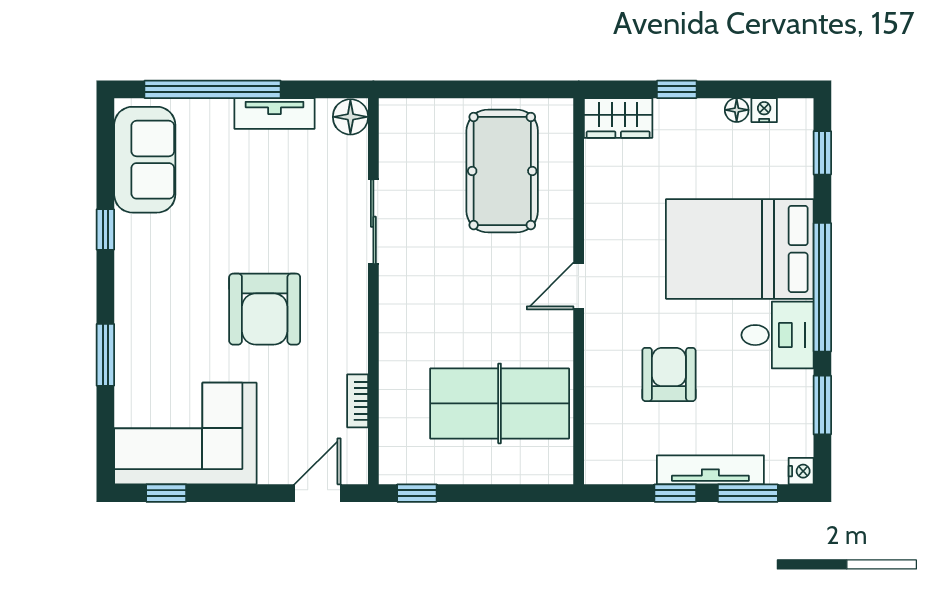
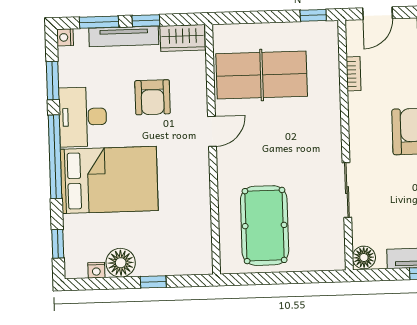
floor lamp: (737, 110) -> (121, 263), width x1.89, depth x1.89
wardrobe: (618, 118) -> (183, 38), moved, turned 180
door: (579, 286) -> (212, 131), moved
desk: (778, 335) -> (83, 117), width x1.37

